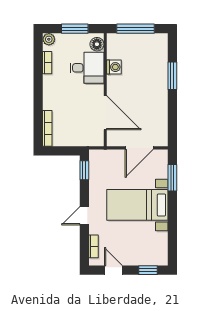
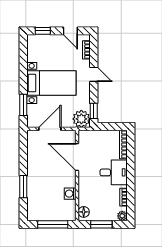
desk: (87, 68) -> (114, 172), moved, turned 180
plant: (100, 160) -> (81, 119), added
door: (84, 216) -> (94, 74), hinge flipped

